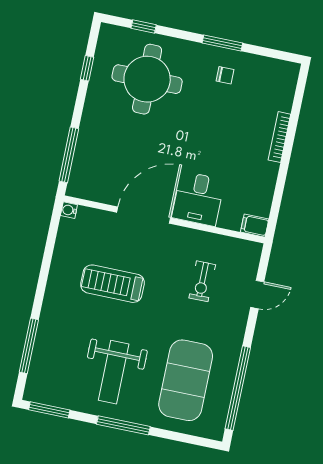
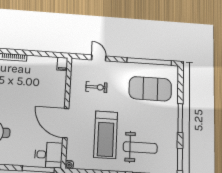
desk: (198, 199) -> (49, 155), moved
treadmill: (113, 284) -> (106, 135), width x1.37, depth x1.38
weight bench: (114, 372) -> (140, 147), moved

